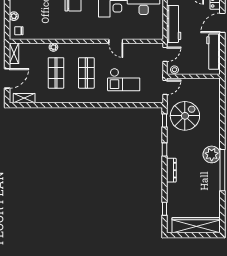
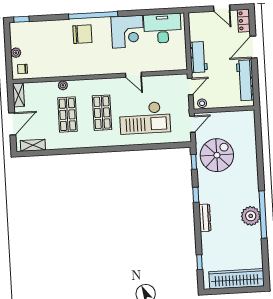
workbench: (174, 24) -> (198, 57), width x0.73
checkout: (124, 80) -> (145, 118), width x1.36, depth x1.21
plant: (212, 154) -> (251, 216), moved

